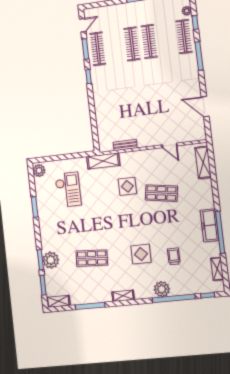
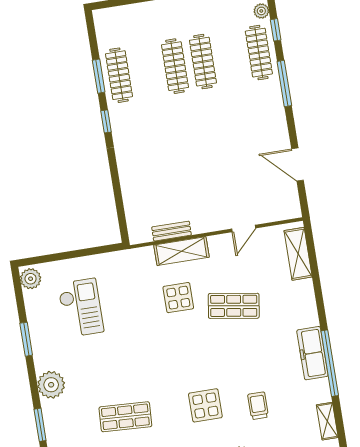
door: (83, 25) -> (92, 37), removed
door: (170, 145) -> (244, 229), hinge flipped
shelving: (103, 161) -> (181, 251), moved
plant: (51, 260) -> (51, 385), moved

